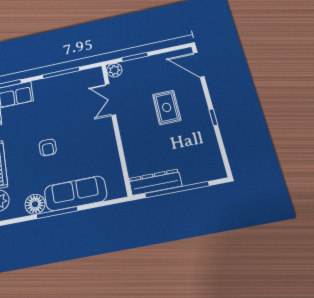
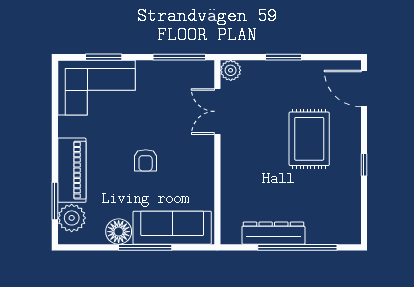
plant: (114, 70) -> (231, 70), moved
double door: (110, 99) -> (217, 111), moved
rug: (167, 107) -> (309, 139), width x1.36, depth x1.43
wall: (116, 128) -> (217, 152), moved

